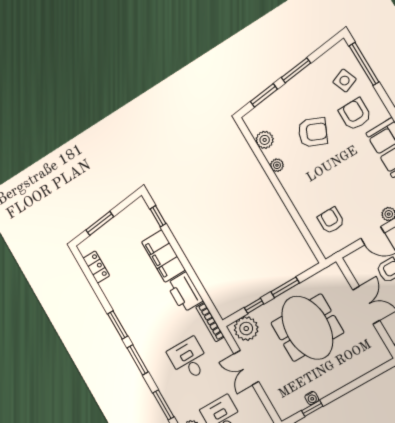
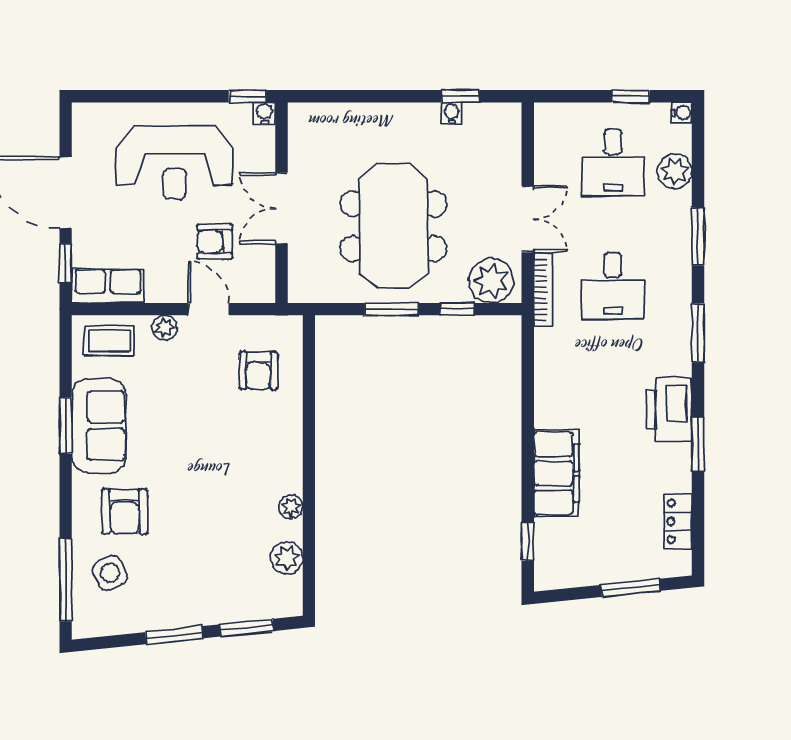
armchair: (313, 132) -> (205, 524), removed
printer: (185, 292) -> (669, 409), moved, turned 180
bookcase: (210, 322) -> (543, 290), moved
window: (118, 325) -> (698, 445), moved

